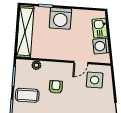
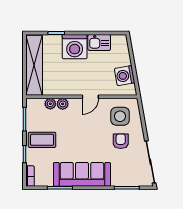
kitchen sink: (100, 28) -> (99, 42), moved, turned -80
door: (81, 63) -> (90, 97), moved
plant: (47, 66) -> (63, 104), added
armchair: (56, 87) -> (121, 141), moved

